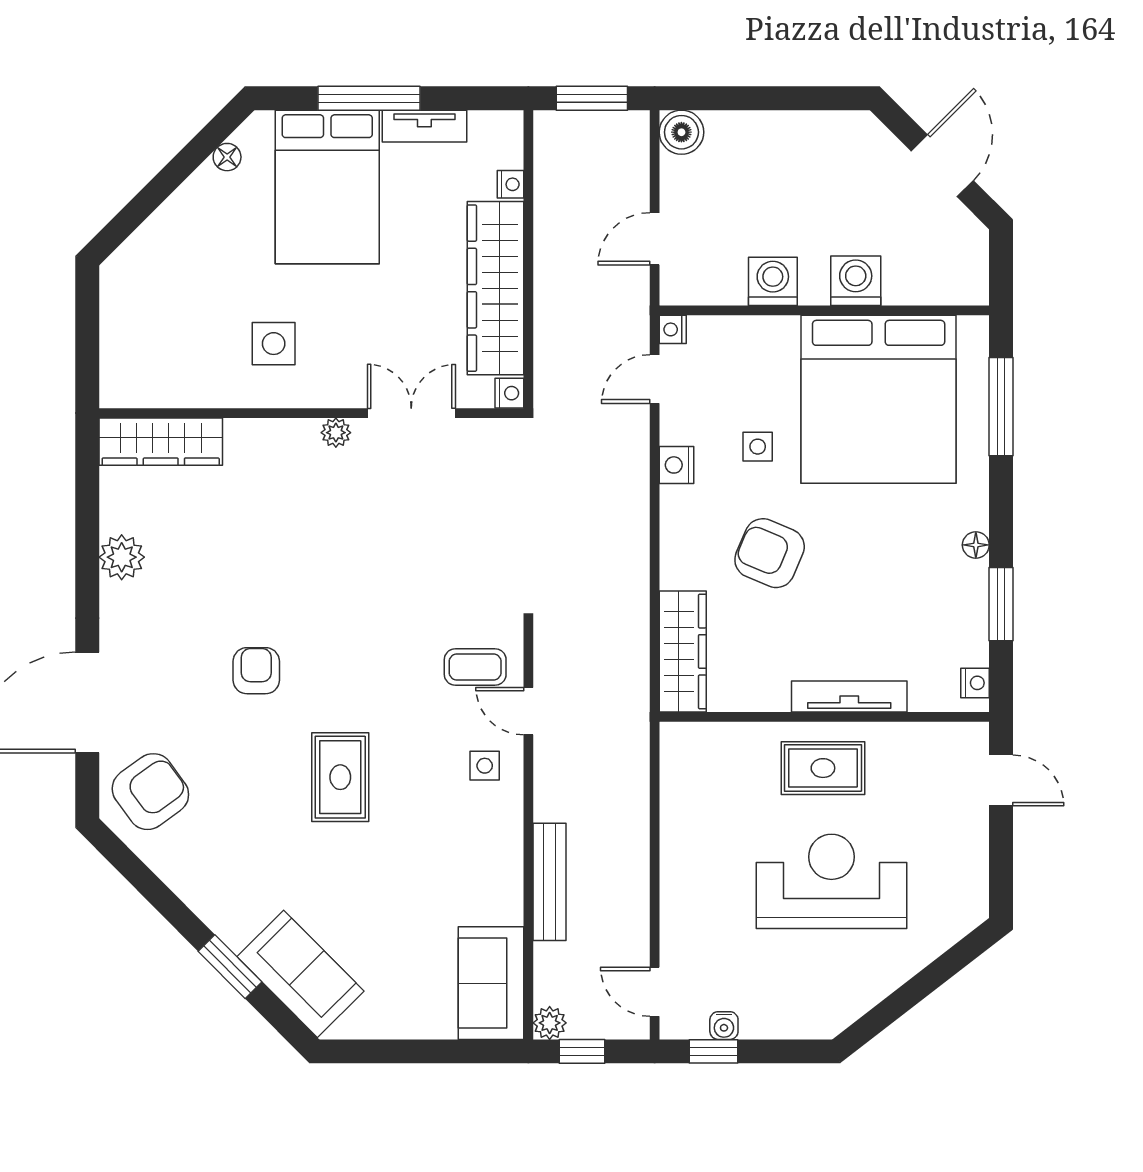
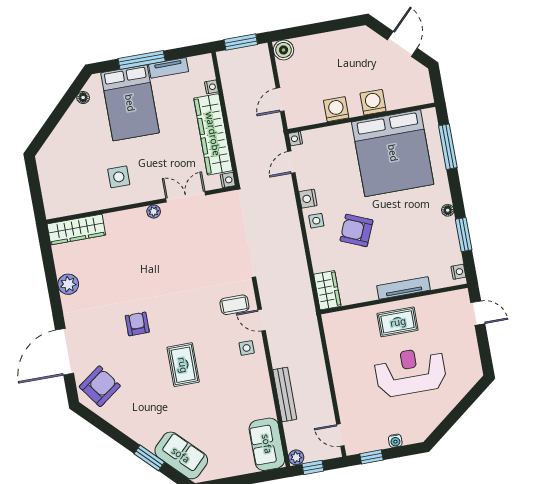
side table: (758, 447) -> (316, 221), moved
wardrobe: (683, 651) -> (327, 290), width x0.67
water cooler: (724, 1026) -> (395, 441), moved

